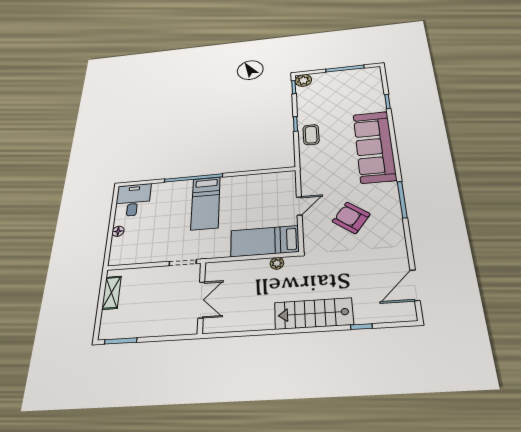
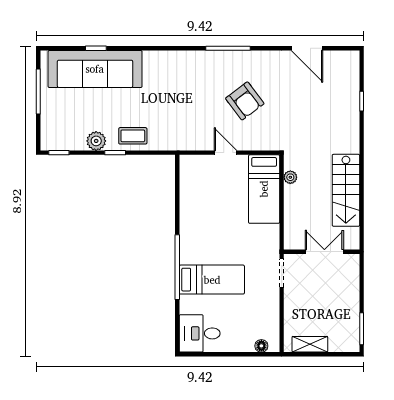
plant: (303, 80) -> (96, 141), moved
sofa: (374, 147) -> (95, 69), moved
bed: (206, 203) -> (212, 280), moved
armchair: (351, 218) -> (245, 101), turned -74
floor lamp: (118, 231) -> (261, 346), moved
door: (415, 285) -> (307, 48), moved
stairs: (314, 314) -> (346, 190), moved

